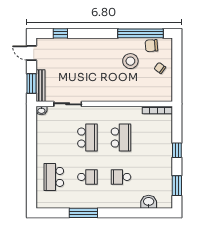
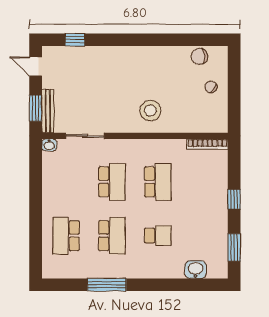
window: (140, 33) -> (184, 40), removed
stool: (130, 61) -> (150, 111), moved
school desk: (87, 177) -> (112, 236), width x1.85
school desk: (121, 177) -> (158, 236), turned 180

